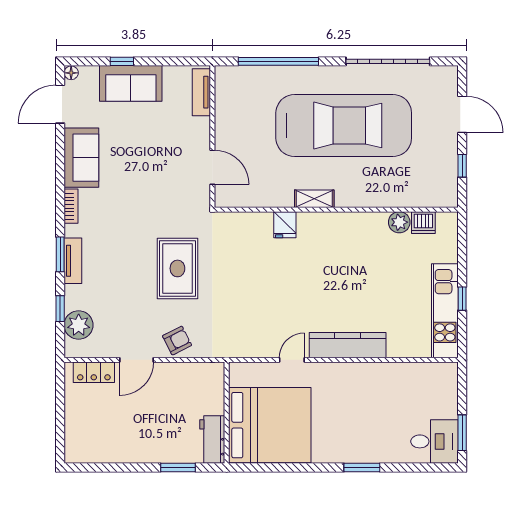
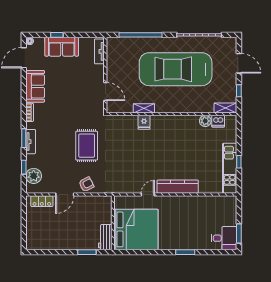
car: (344, 126) -> (176, 69), turned 180
shelving: (437, 198) -> (225, 108), added
shelving: (314, 199) -> (144, 108), moved

